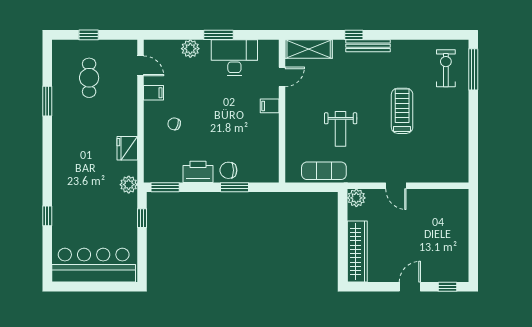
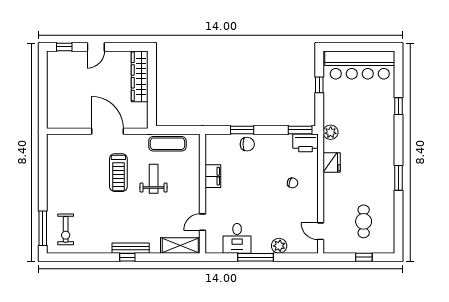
window: (218, 35) -> (256, 257), width x1.44
window: (354, 35) -> (127, 257), moved
desk: (234, 58) -> (237, 238), width x0.73
filing cabinet: (154, 93) -> (310, 209), removed
window: (47, 101) -> (399, 178), moved
filing cabinet: (270, 106) -> (213, 176), moved, width x2.00
treadmill: (402, 111) -> (118, 173), moved
printer: (198, 172) -> (306, 143), moved
door: (396, 186) -> (107, 131), width x1.88
plant: (356, 198) -> (140, 121), removed
window: (142, 218) -> (319, 85), moved

